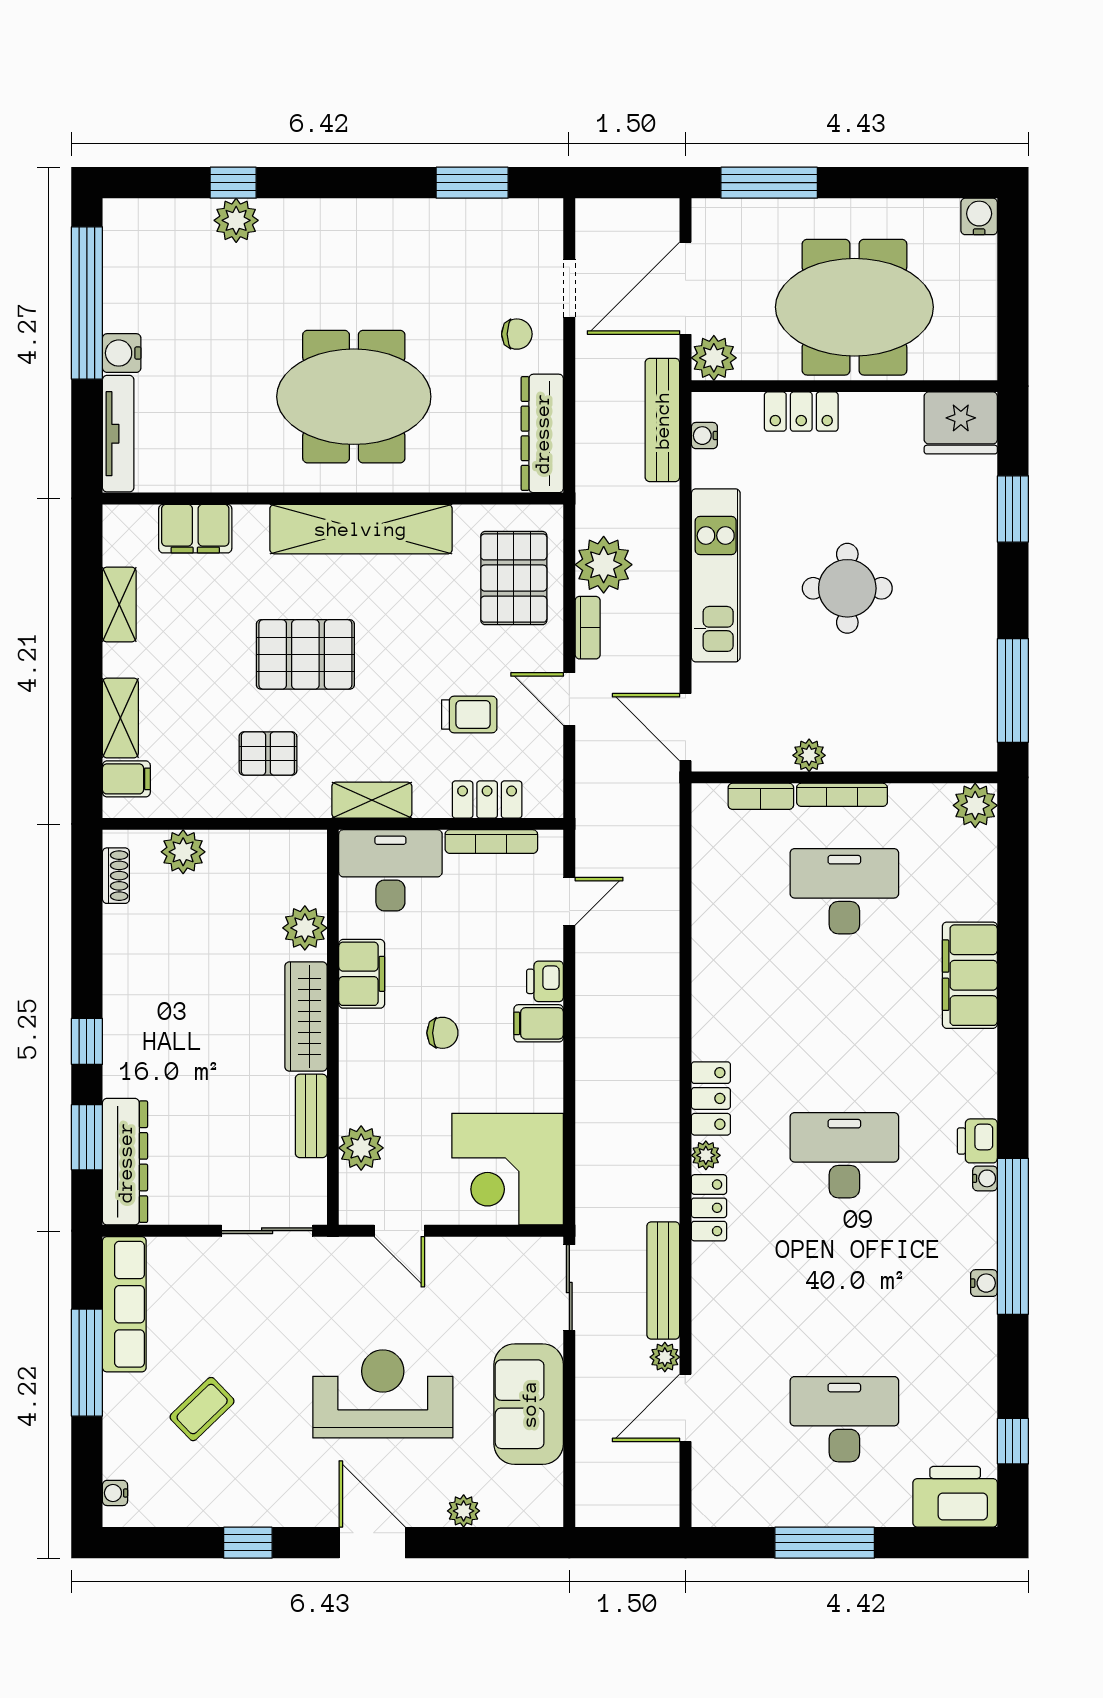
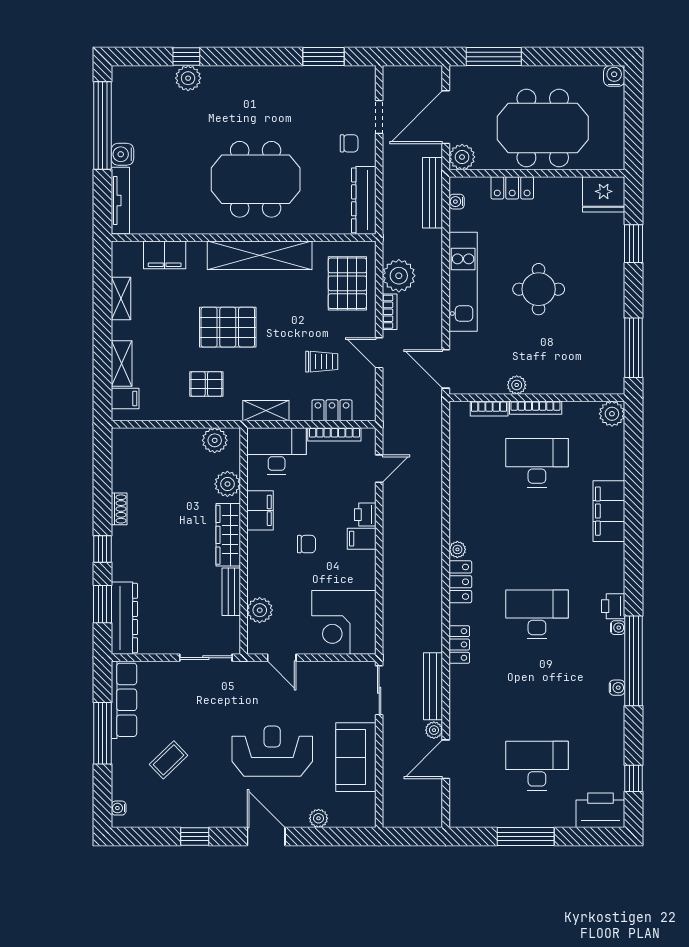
plant: (183, 852) -> (215, 440), moved
shoe rack: (116, 876) -> (119, 509), moved
plant: (706, 1155) -> (457, 549), moved

